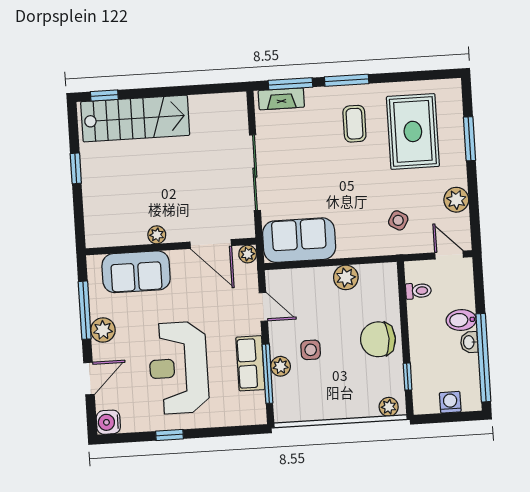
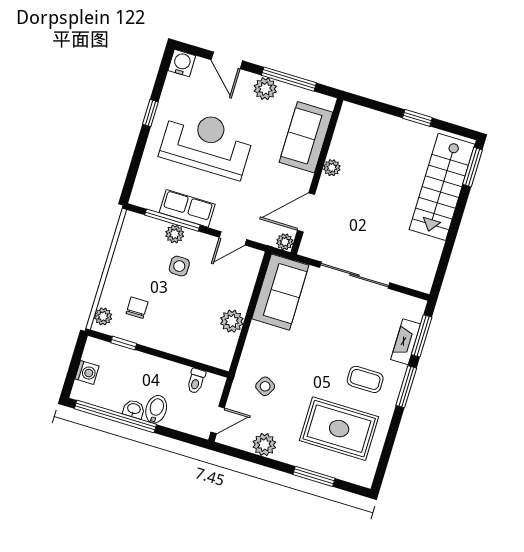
window: (104, 95) -> (473, 167), width x1.50
fireplace: (281, 99) -> (406, 342), moved
chair: (378, 339) -> (137, 308), moved, width x0.54, depth x0.54

